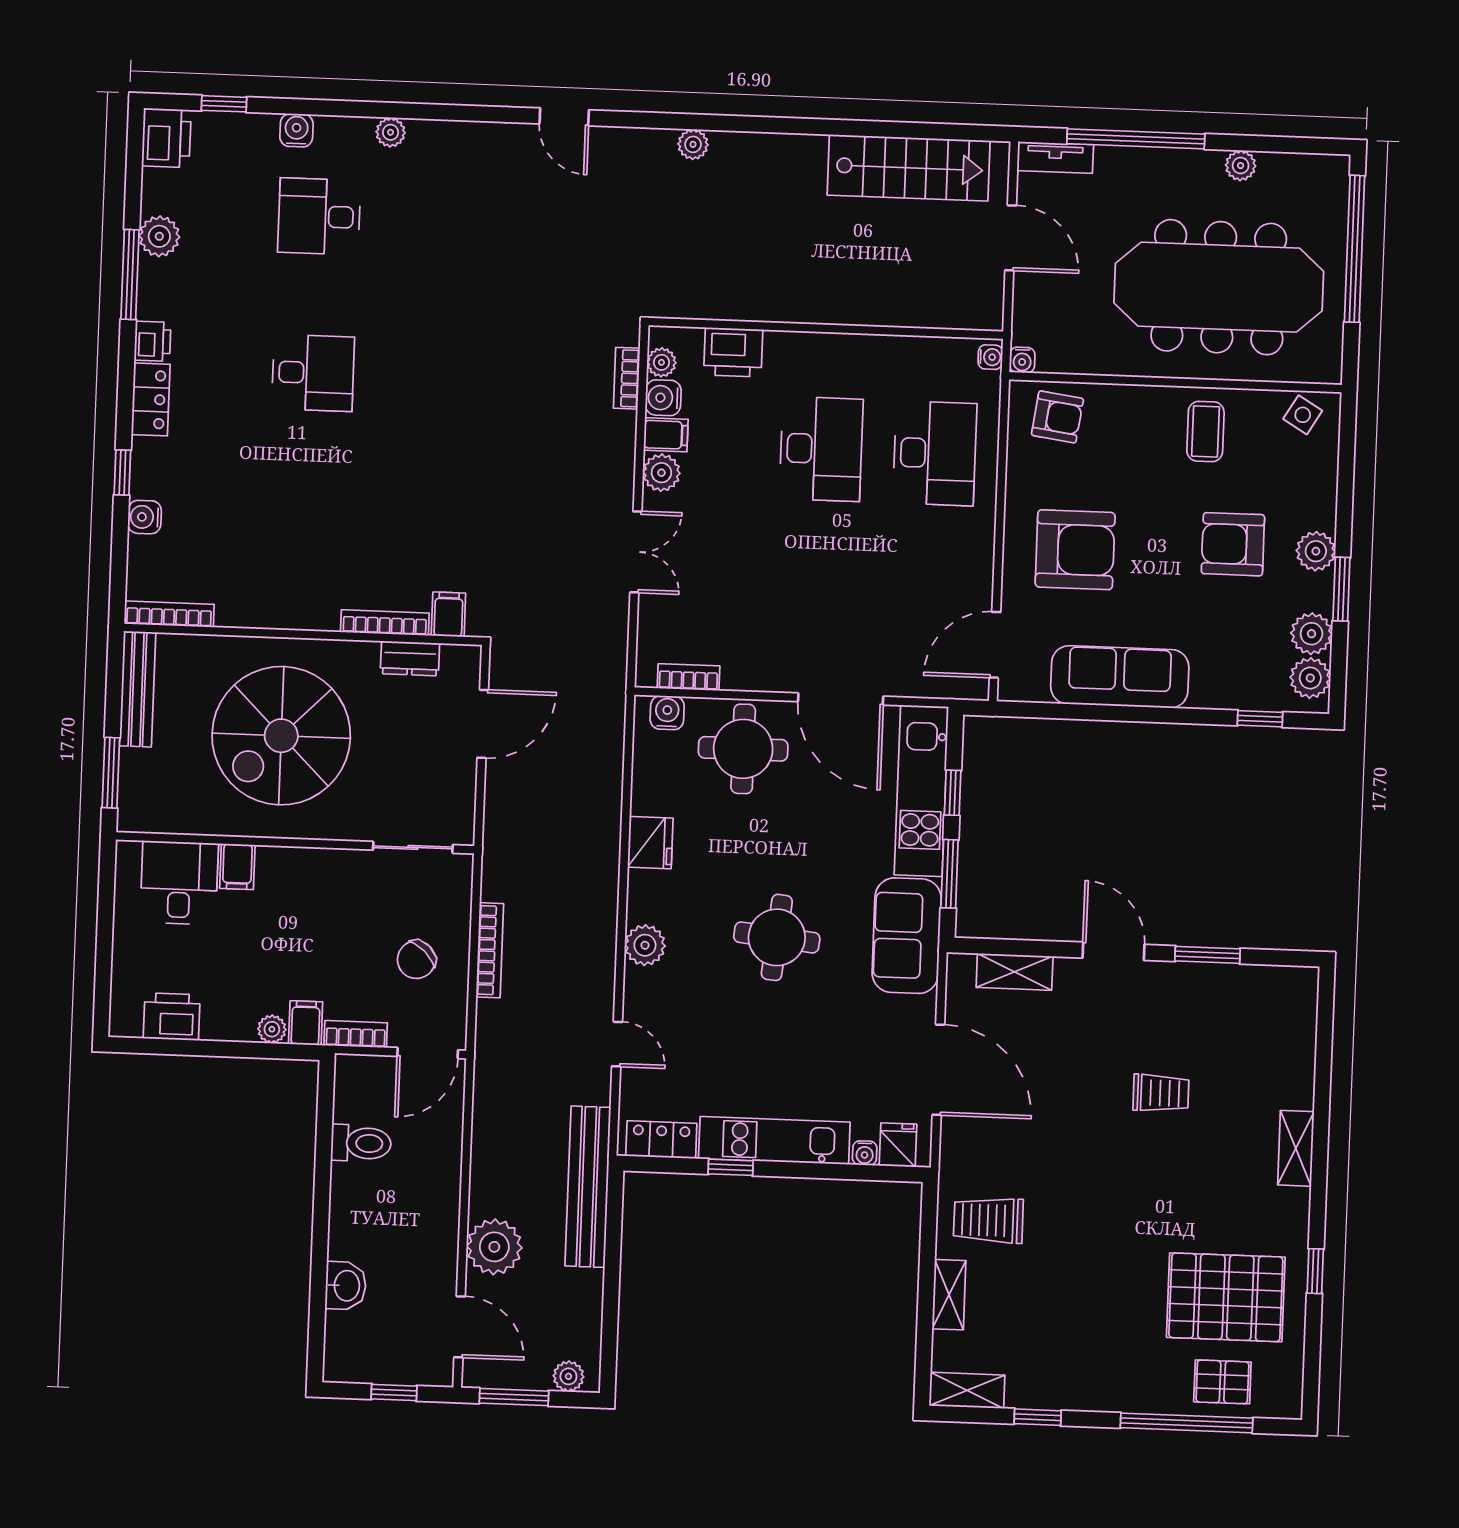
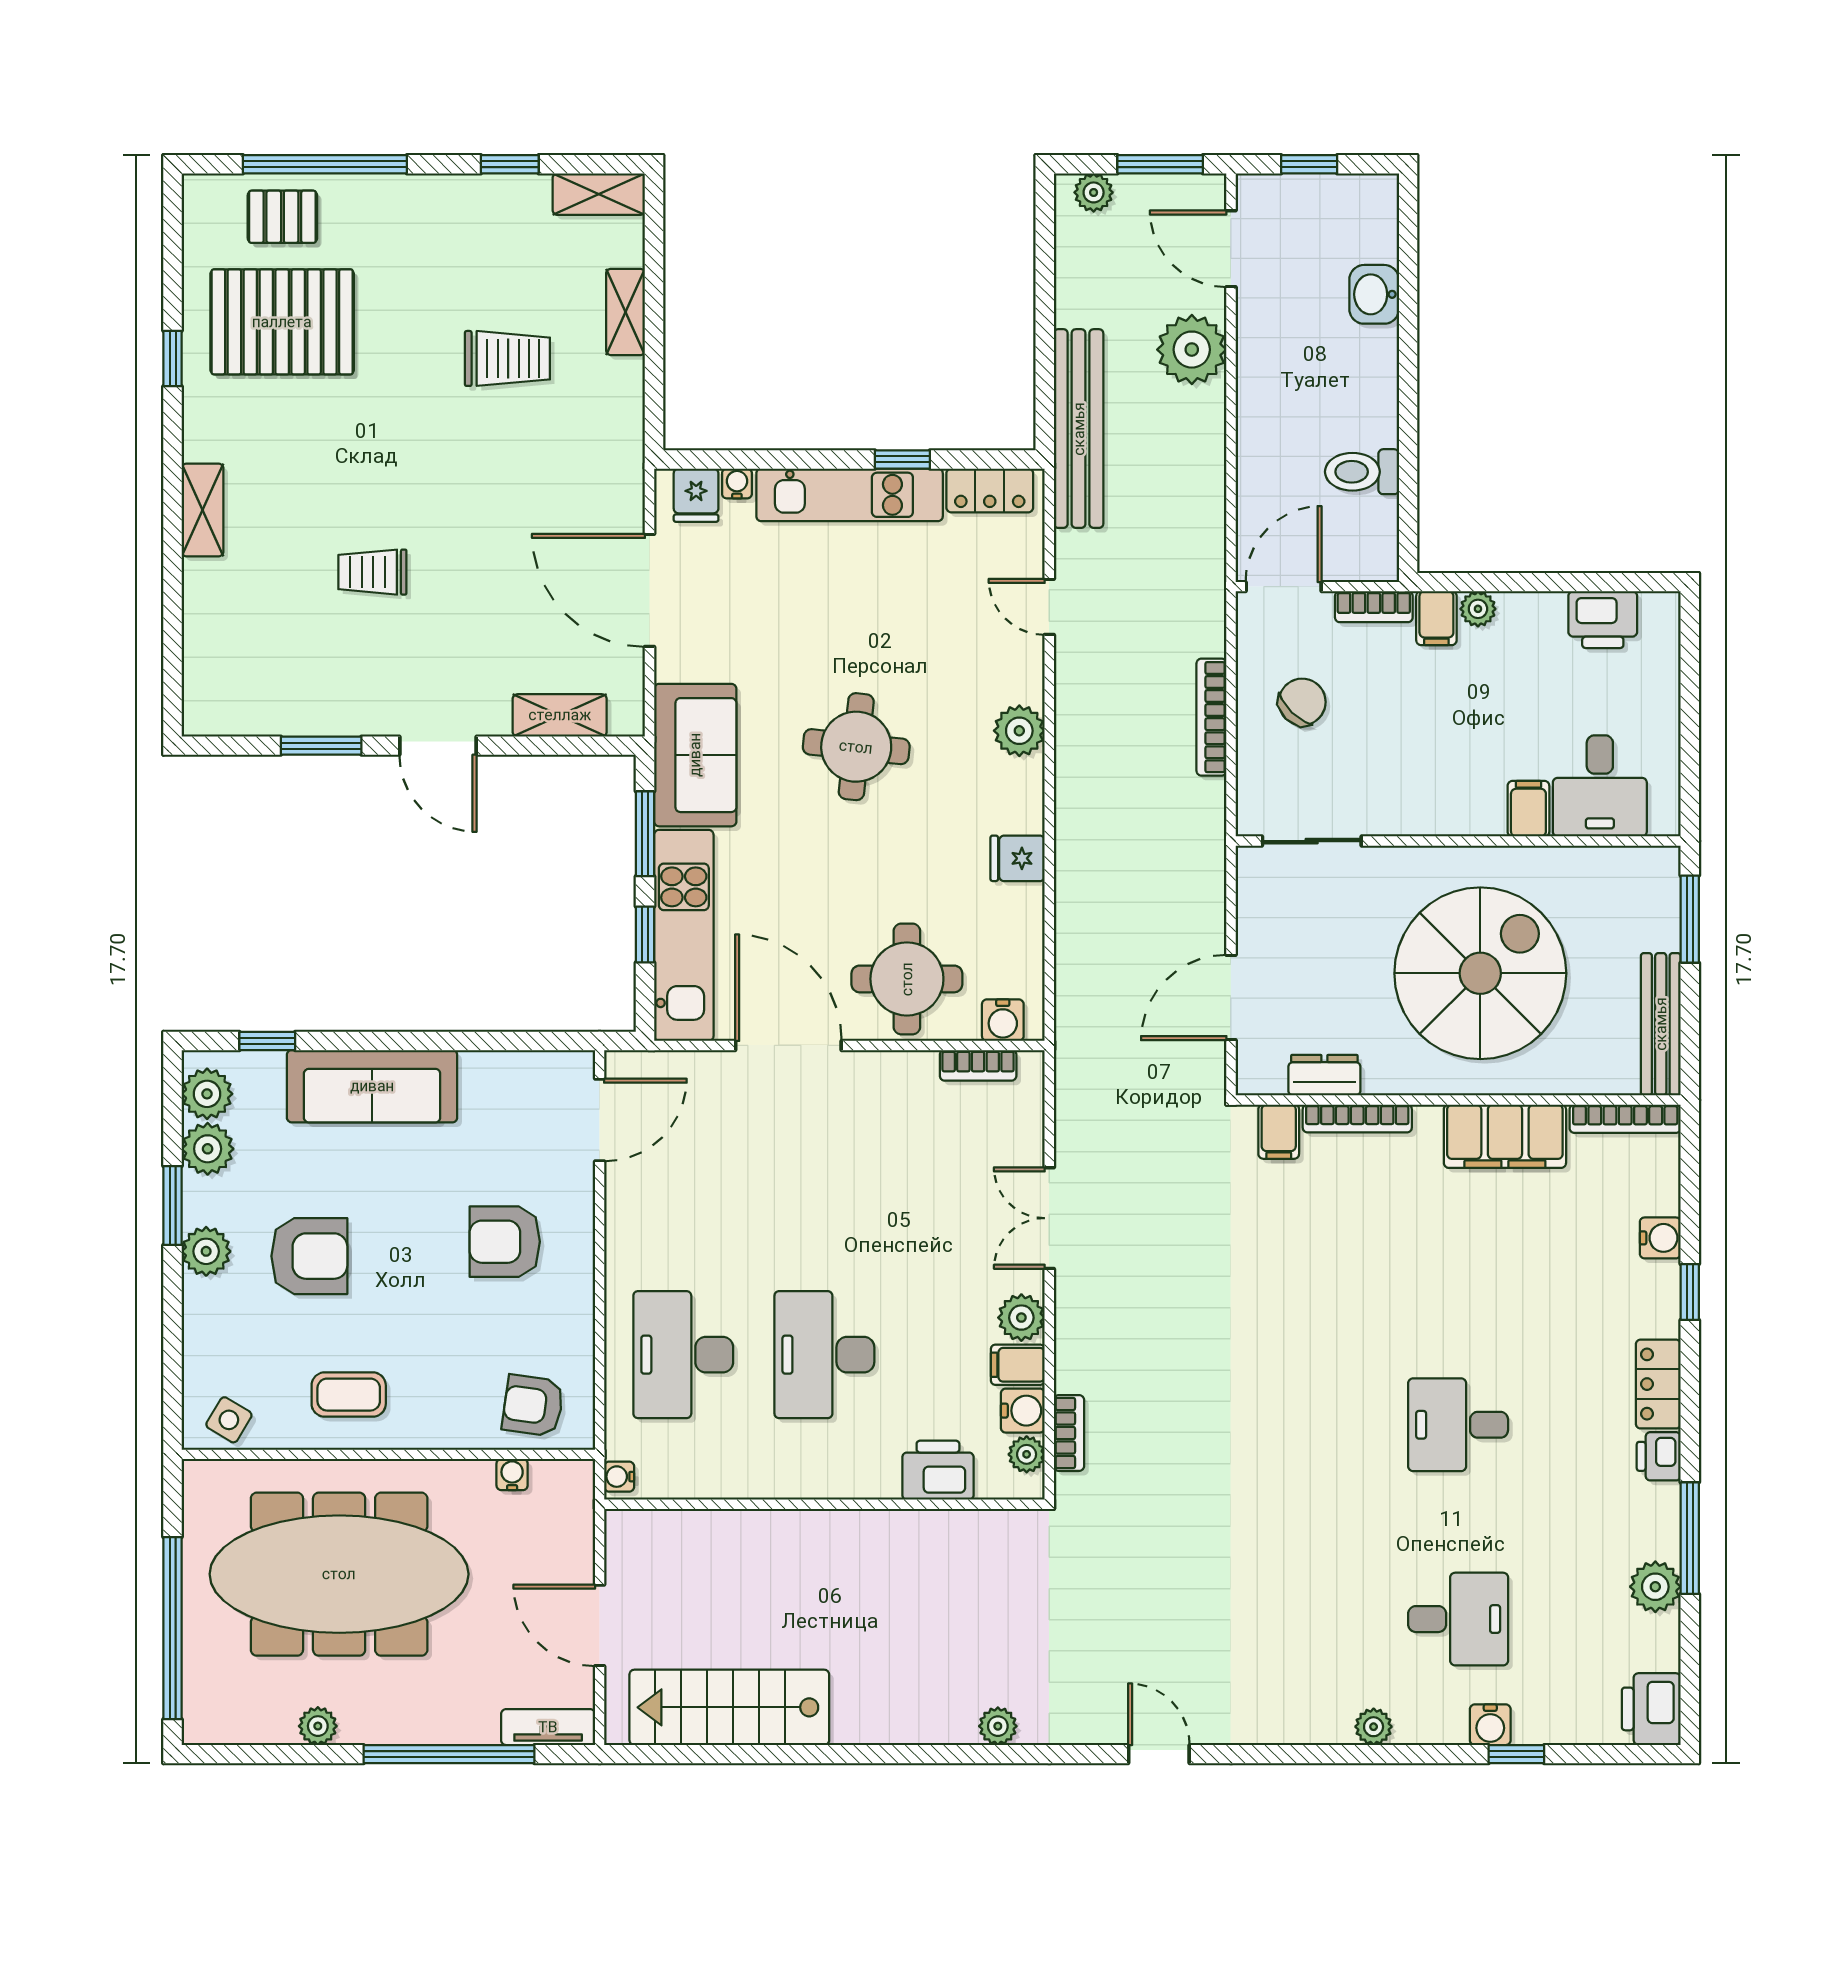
window: (224, 104) -> (1516, 1754), moved
water cooler: (1022, 360) -> (512, 1474), moved
coffee table: (1205, 431) -> (349, 1395), turned 90
armchair: (1075, 550) -> (505, 1242), width x0.73, depth x0.73
filing cabinet: (266, 604) -> (1505, 1136), added
sofa: (1120, 677) -> (372, 1086), moved
fridge: (650, 843) -> (1018, 858), width x0.72
trolley: (988, 1220) -> (507, 358), moved

